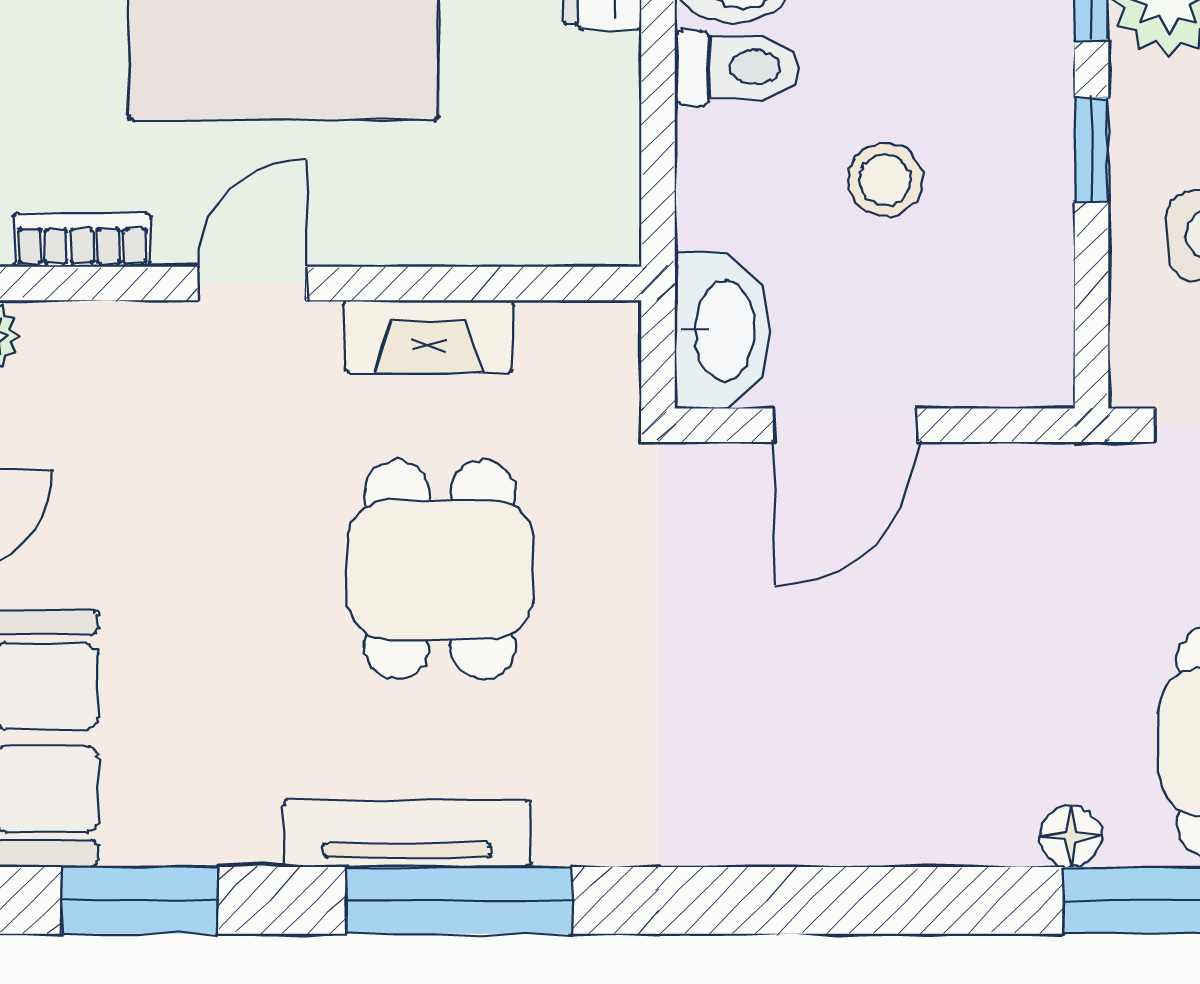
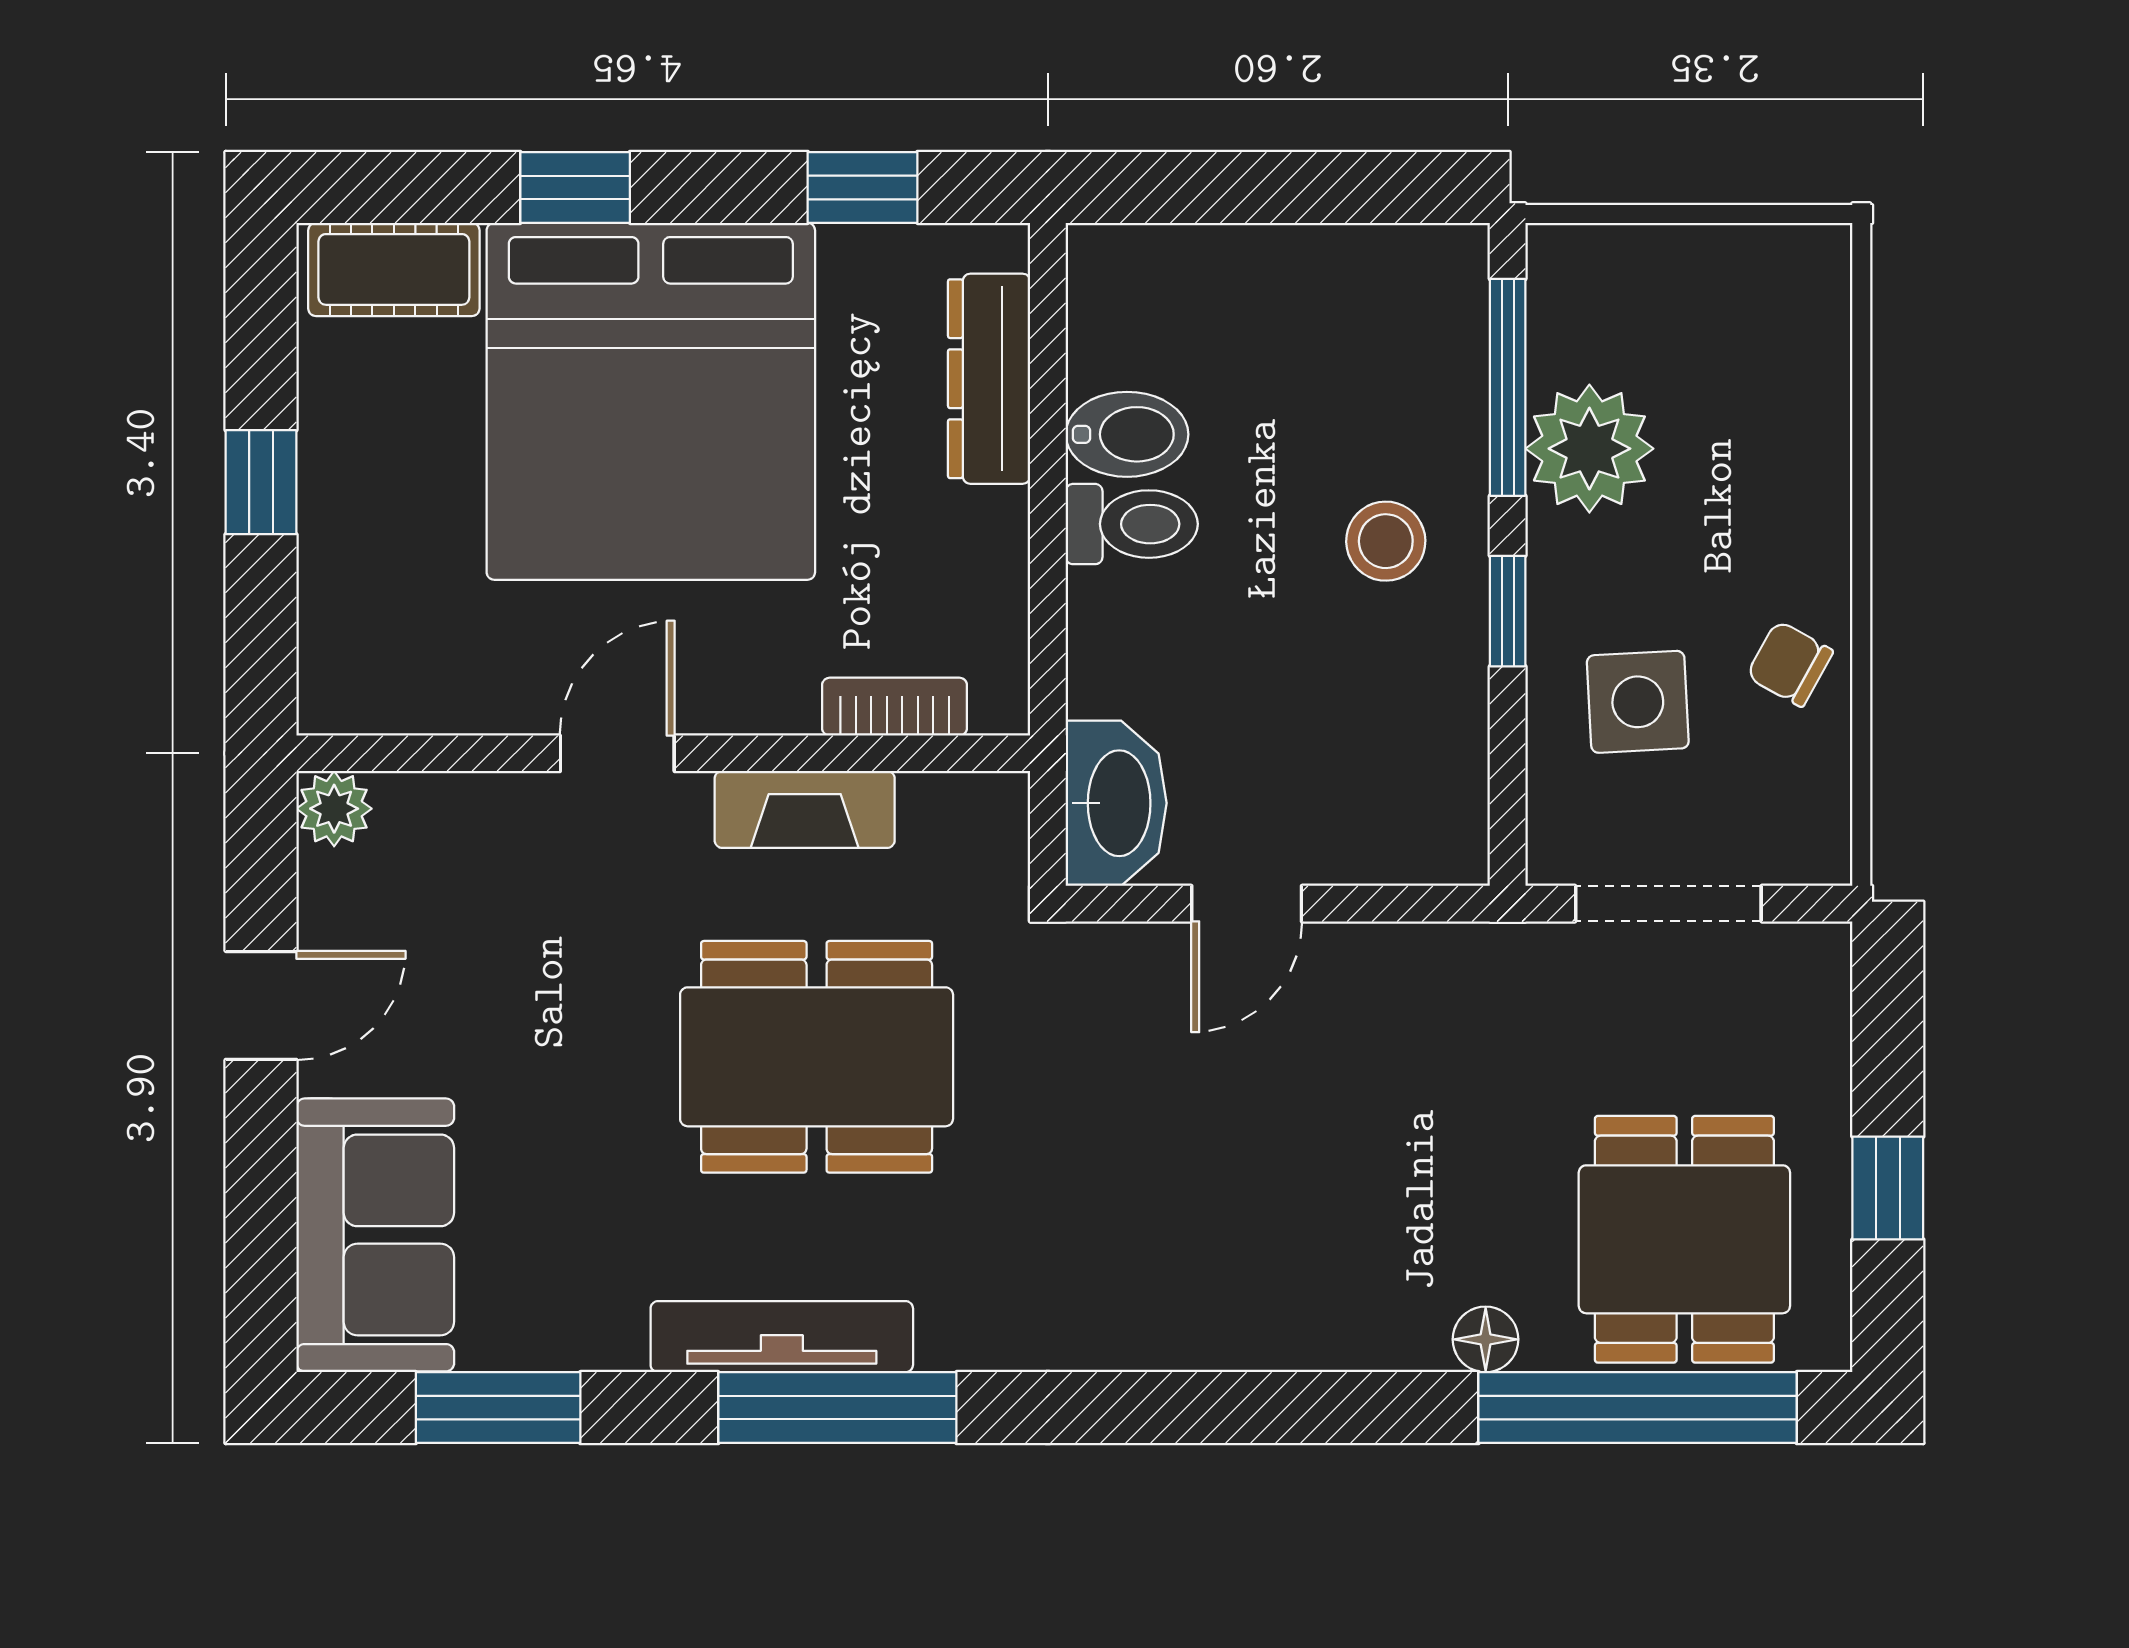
stool: (885, 180) -> (1386, 541), moved
bookcase: (82, 240) -> (895, 707), moved
door: (845, 425) -> (1247, 904), width x0.73
dining table: (440, 570) -> (817, 1057), width x1.38

